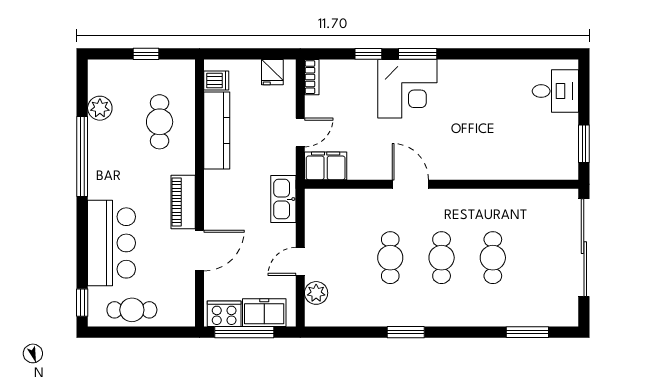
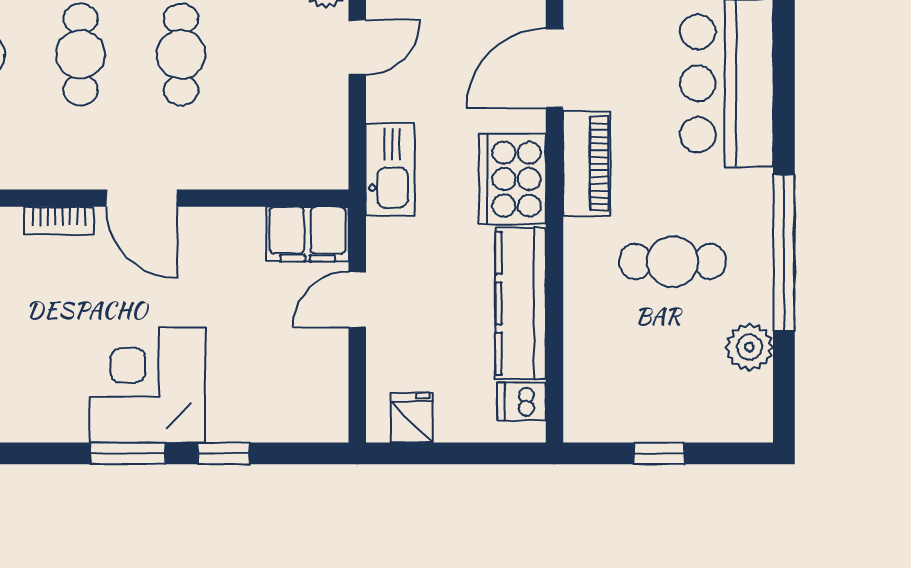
bookcase: (312, 77) -> (59, 221), moved, turned -90
cafe table: (160, 122) -> (673, 261), moved, turned 90
cooker: (221, 194) -> (513, 179), added

